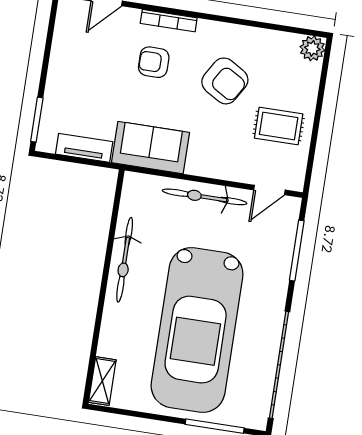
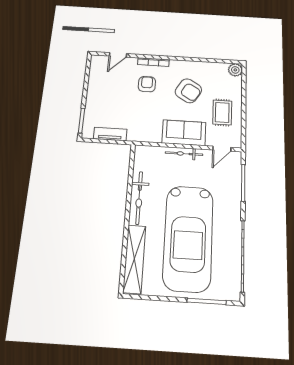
armchair: (154, 62) -> (147, 84), turned 90
rug: (279, 126) -> (222, 112), turned 90
sofa: (151, 148) -> (184, 133), moved
bicycle: (205, 197) -> (184, 154), width x0.73, depth x0.71
shelving: (102, 381) -> (134, 259), width x2.20, depth x1.33

